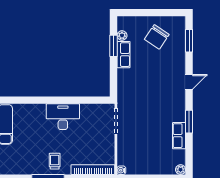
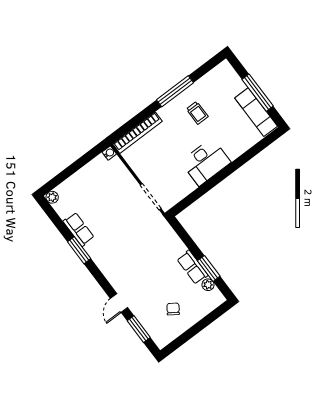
chair: (157, 37) -> (173, 309), width x0.54, depth x0.54
door: (189, 82) -> (119, 303), moved
trolley: (55, 161) -> (197, 113), moved

